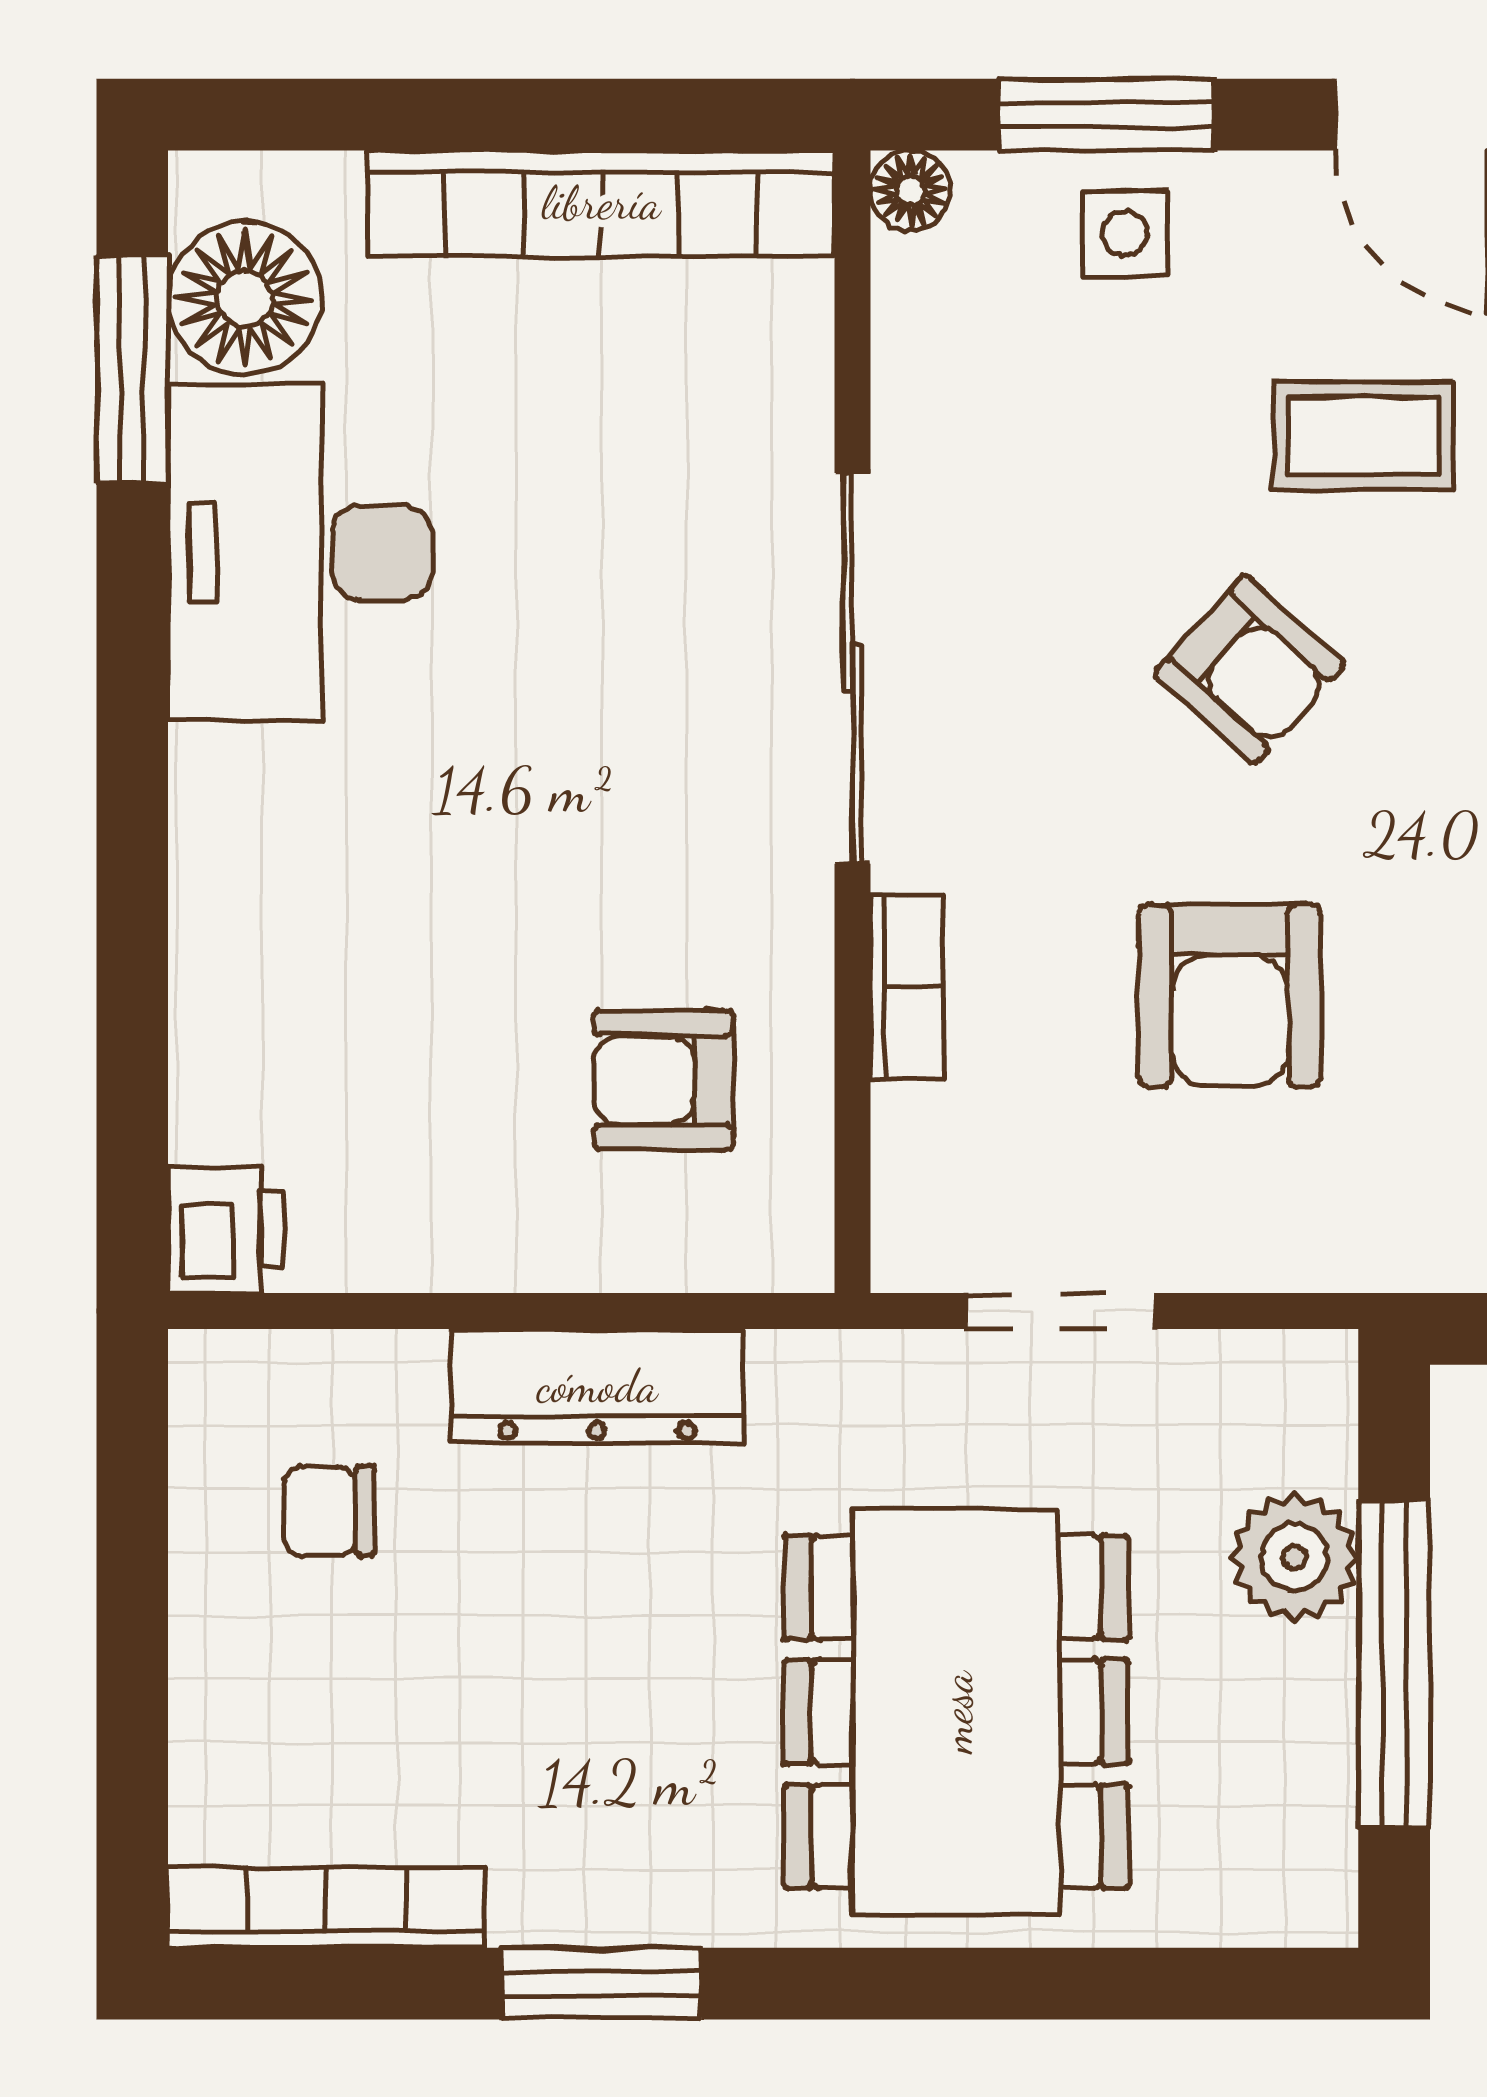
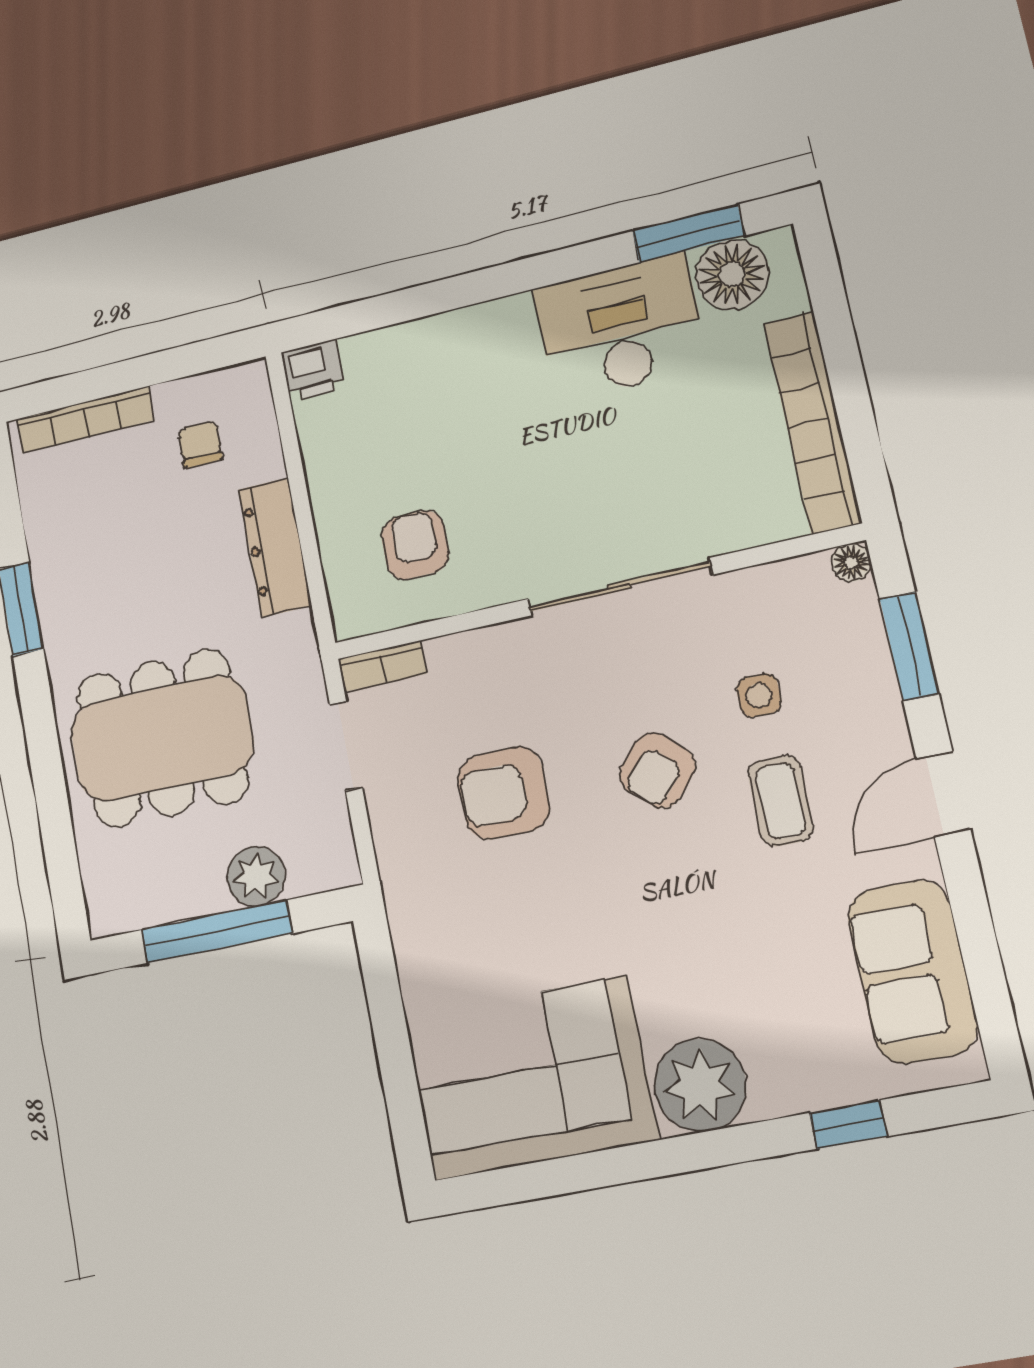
side table: (1125, 234) -> (759, 695), moved
bookcase: (907, 987) -> (382, 666), moved
bookcase: (326, 1907) -> (85, 420), moved, turned 90

